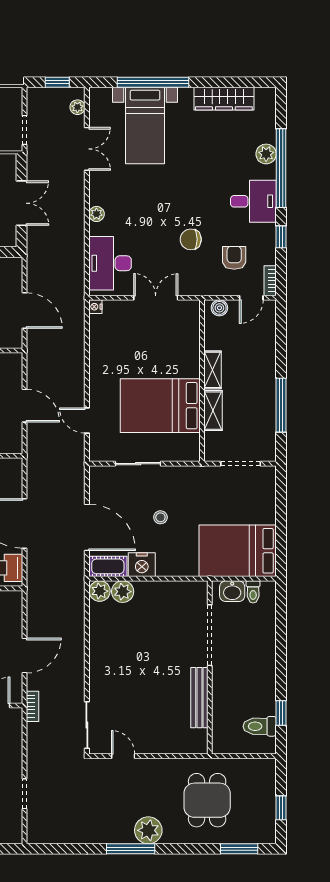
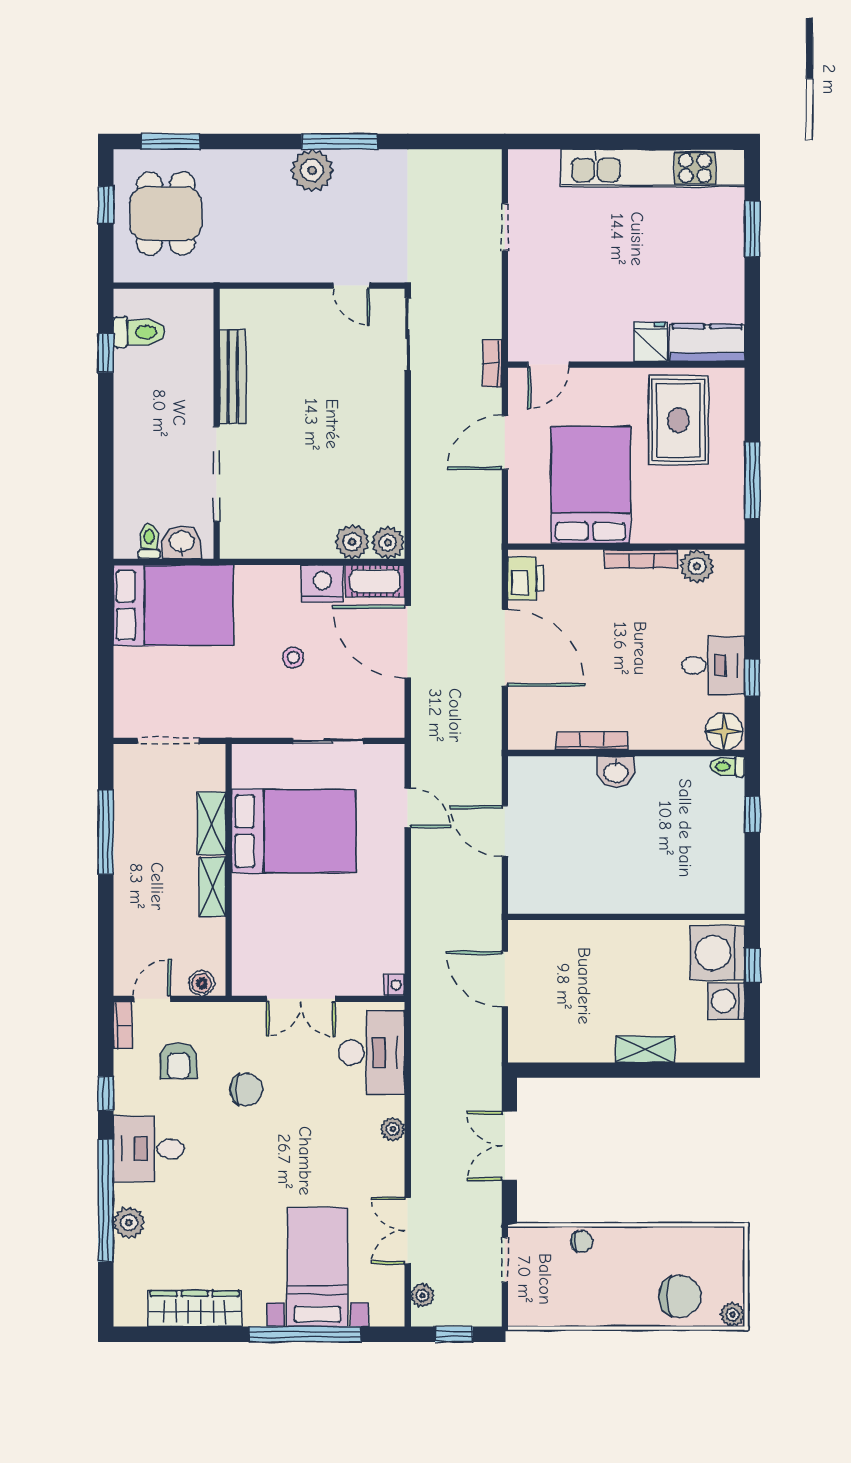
dining table: (207, 800) -> (166, 214), moved

